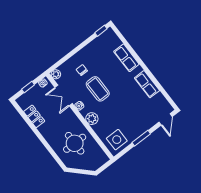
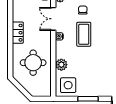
locker: (34, 116) -> (18, 33), moved
plant: (92, 119) -> (61, 65), moved

